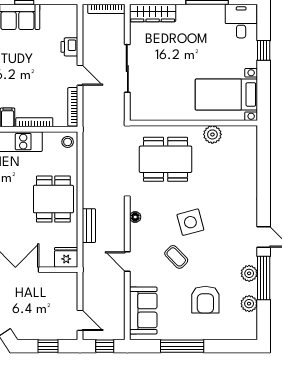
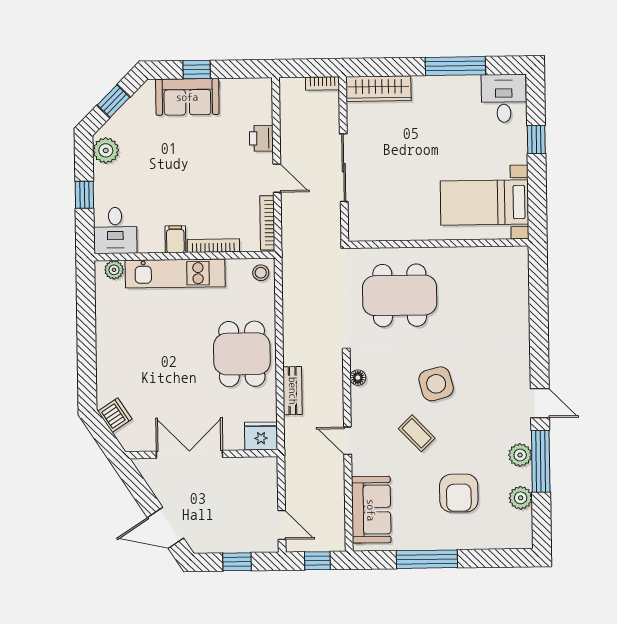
bookcase: (106, 9) -> (322, 83), width x0.64
plant: (212, 134) -> (465, 259), removed

